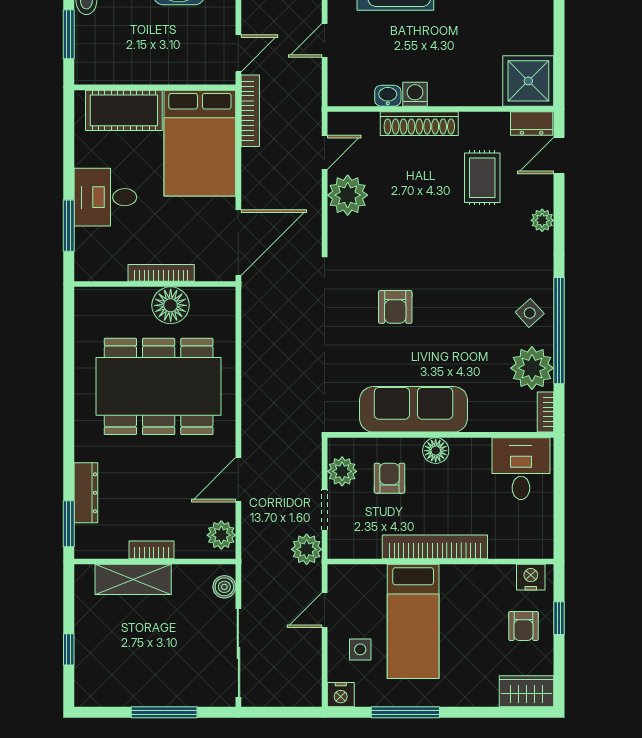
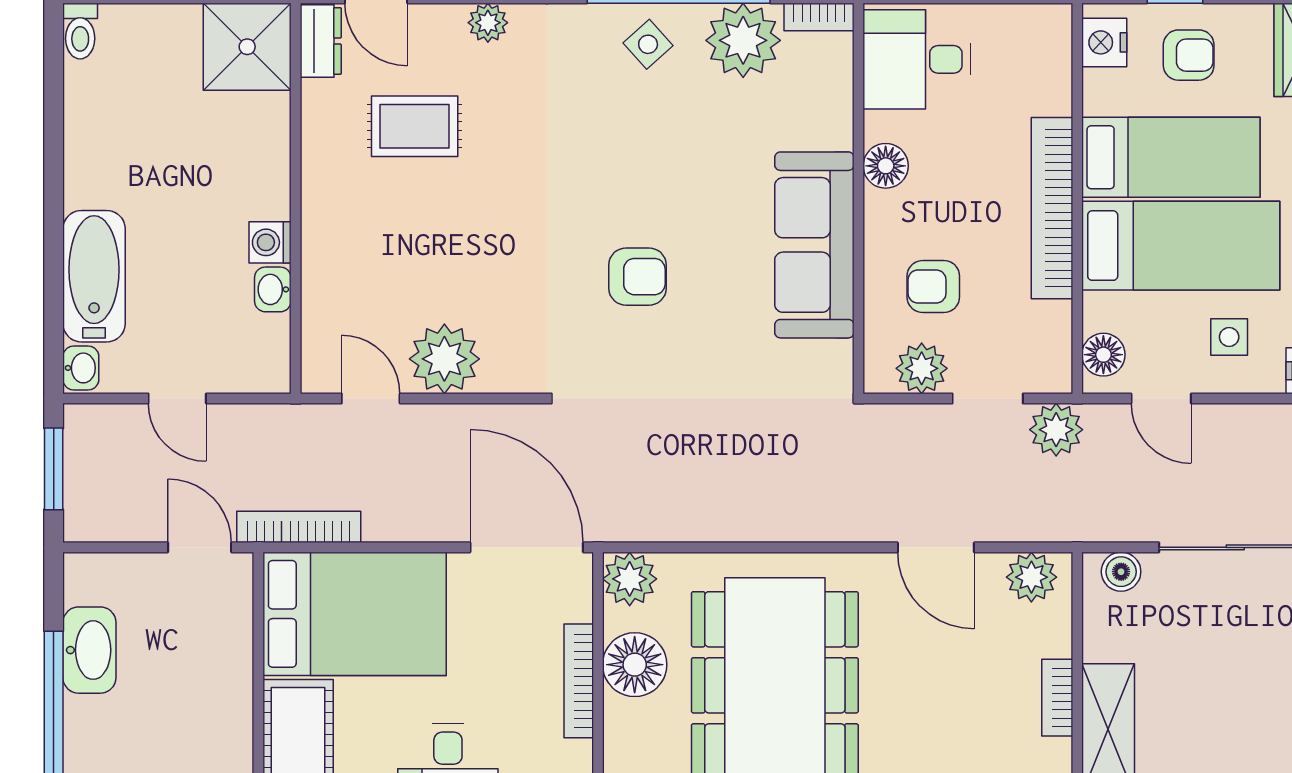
shoe rack: (419, 124) -> (321, 235), removed
plant: (220, 302) -> (630, 579), added
floor lamp: (436, 451) -> (886, 166), moved
floor lamp: (350, 577) -> (1103, 355), added
bed: (464, 616) -> (1171, 157), added

